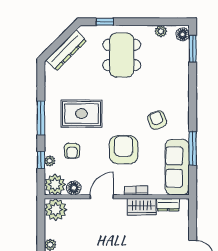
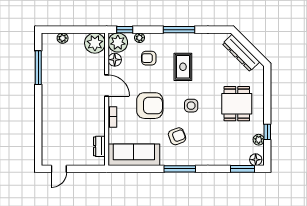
window: (105, 22) -> (267, 132), moved
dining table: (122, 55) -> (237, 104), width x0.73
side table: (124, 105) -> (191, 106), added
rug: (81, 114) -> (183, 67), width x0.73, depth x0.70
window: (193, 148) -> (180, 169), moved
window: (41, 160) -> (125, 30), moved
wardrobe: (142, 207) -> (97, 122), removed

